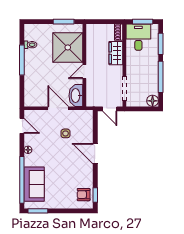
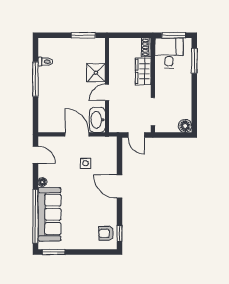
shower: (68, 47) -> (96, 73), width x0.54, depth x0.54
window: (161, 77) -> (194, 99), removed
sofa: (34, 184) -> (49, 214), width x1.36

